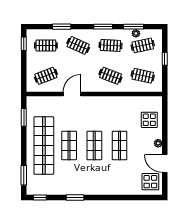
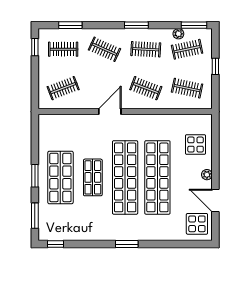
window: (62, 27) -> (70, 25), moved
window: (133, 27) -> (194, 25), moved
door: (72, 94) -> (110, 112), moved
window: (24, 117) -> (35, 176), moved
shop shelf: (44, 146) -> (60, 177), width x0.71
shop shelf: (94, 146) -> (125, 177), width x2.00, depth x1.36
shop shelf: (120, 146) -> (157, 177), width x2.00, depth x1.36
window: (75, 197) -> (127, 244), moved

